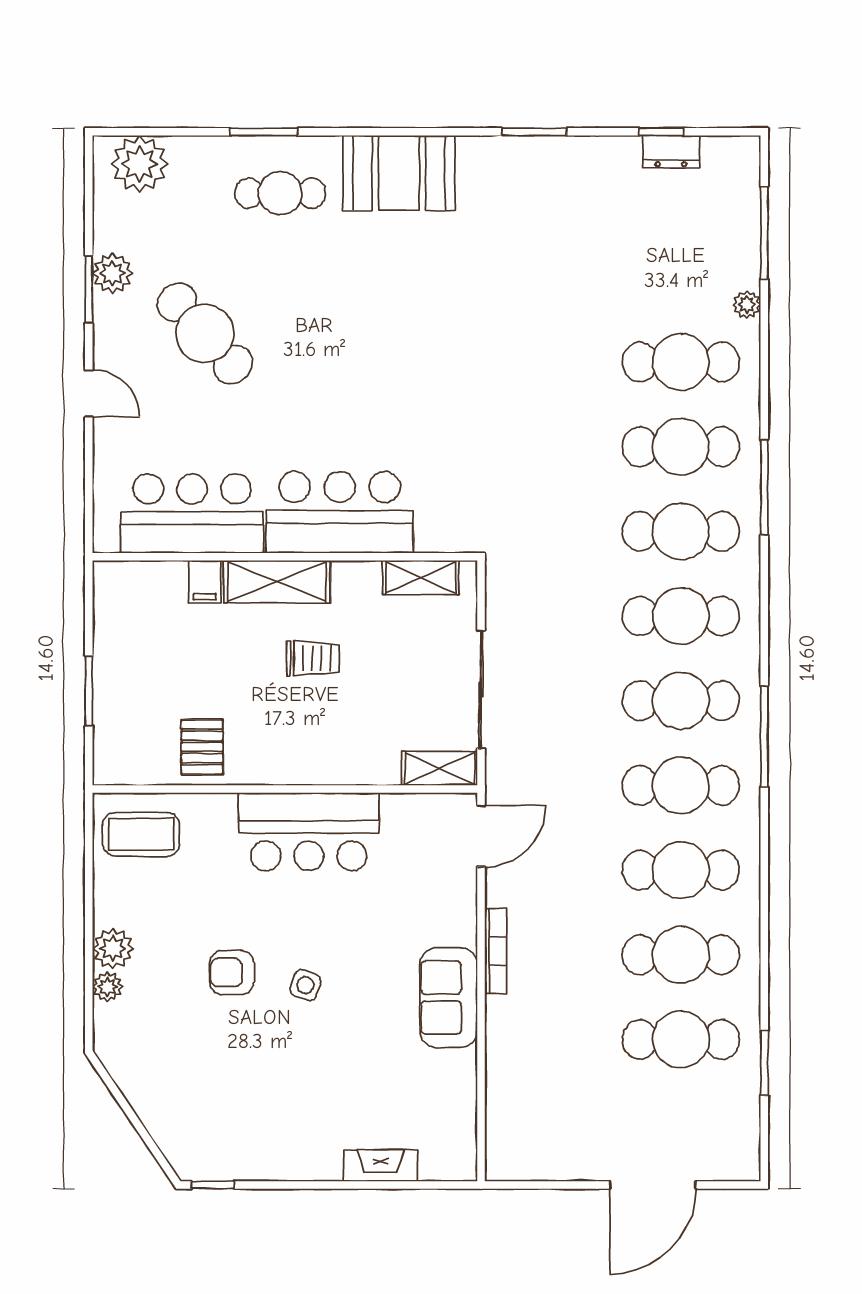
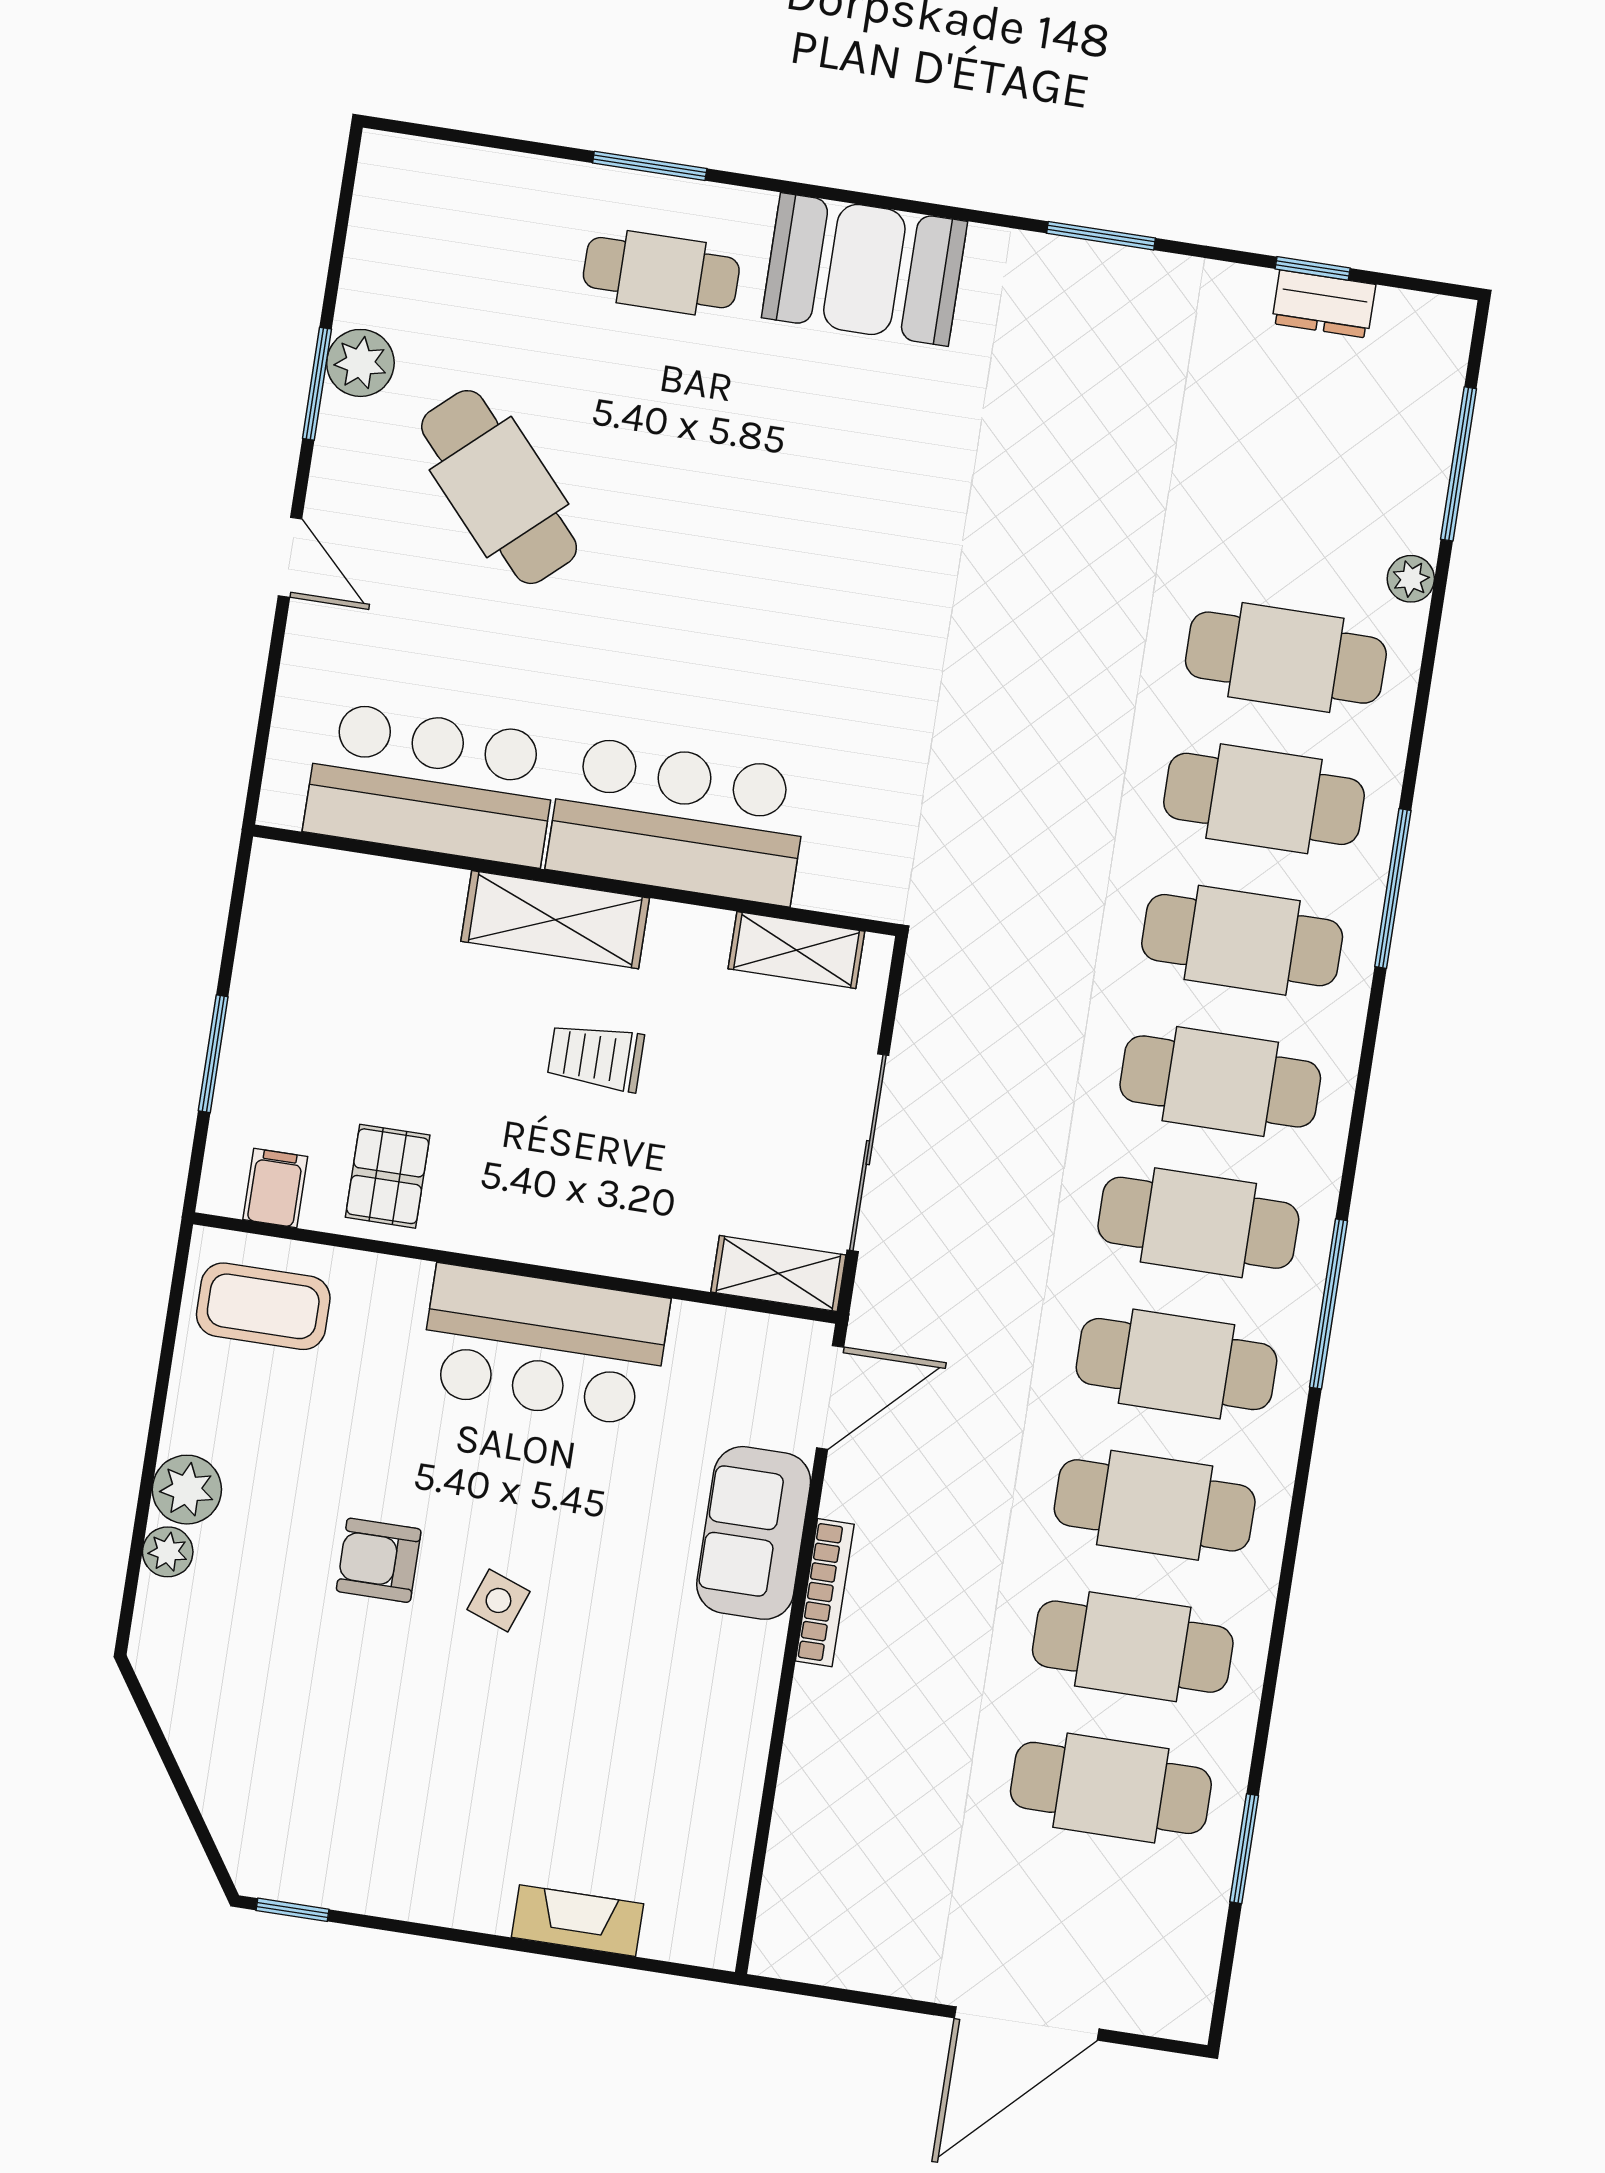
plant: (140, 164) -> (434, 187), removed
filing cabinet: (205, 582) -> (275, 1188), moved, turned 180
trolley: (313, 658) -> (596, 1057), turned 180
sofa: (449, 998) -> (754, 1533), moved

